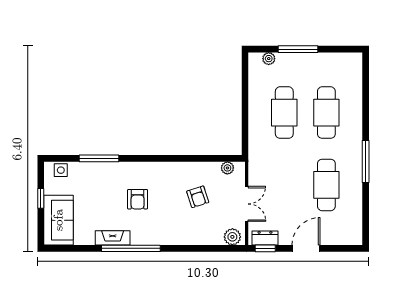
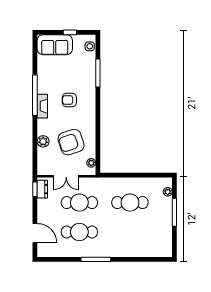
cafe table: (326, 113) -> (79, 203), moved
armchair: (198, 197) -> (71, 142), width x1.88, depth x1.88
plant: (232, 237) -> (43, 141), moved
fireplace: (113, 238) -> (42, 106), moved
door: (306, 248) -> (35, 233), moved

